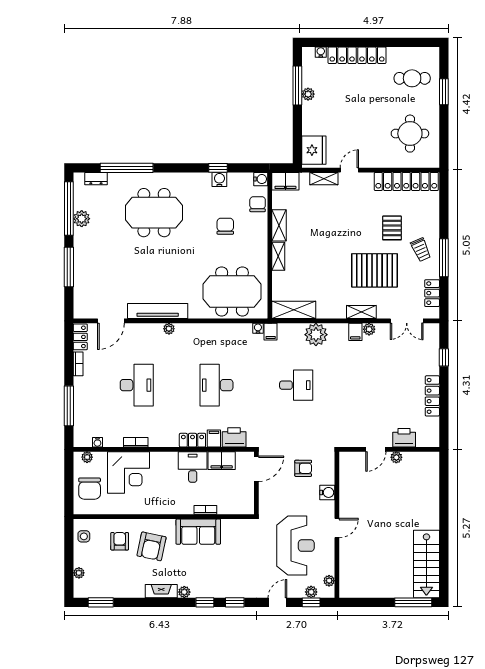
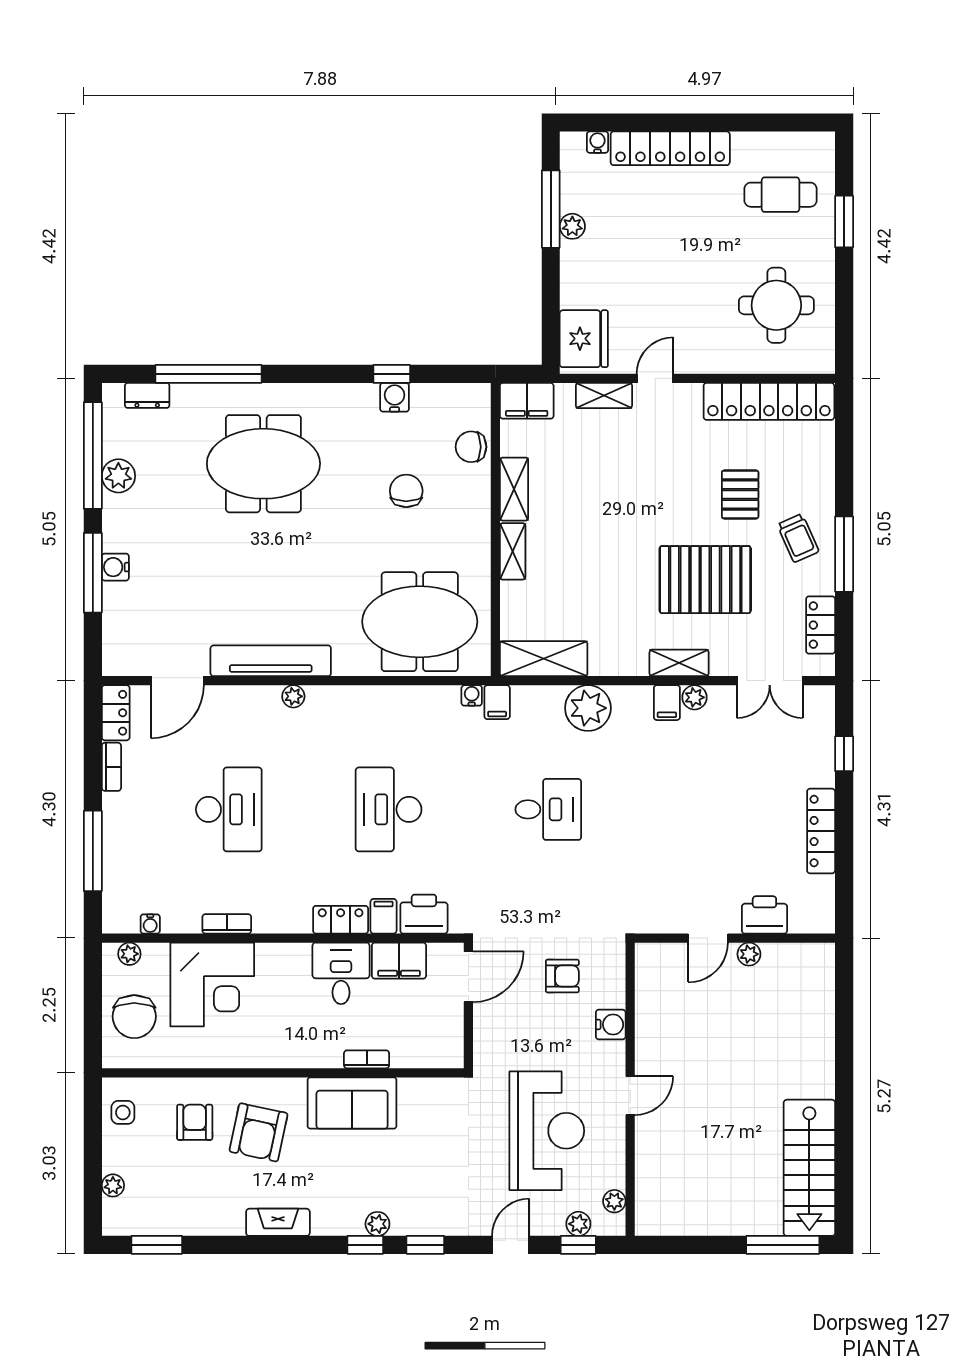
water cooler: (261, 179) -> (115, 567), moved, turned 180
chair: (258, 204) -> (471, 447), turned -90
plant: (184, 592) -> (377, 1224), moved

